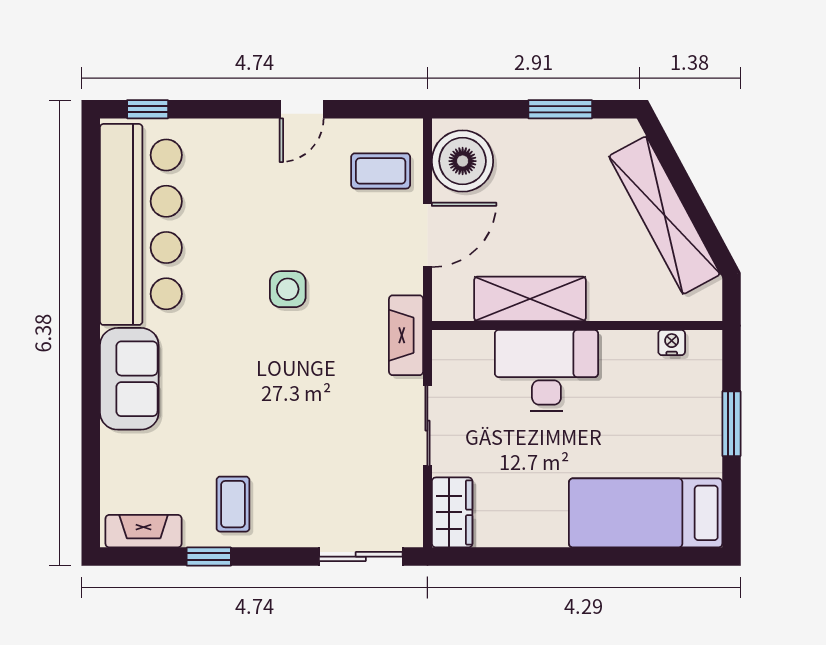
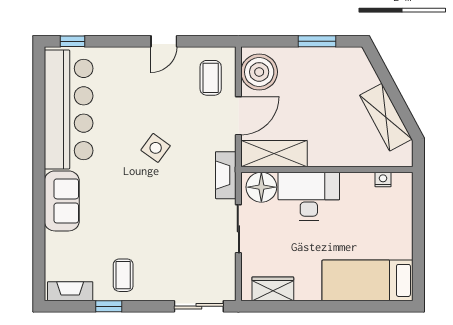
coffee table: (381, 171) -> (211, 78), turned 90
shelving: (665, 215) -> (386, 117), width x0.68
side table: (288, 289) -> (156, 148), turned 36
shelving: (530, 299) -> (274, 154), moved
floor lamp: (466, 355) -> (261, 187), added
window: (731, 424) -> (418, 228), removed
wardrobe: (452, 512) -> (273, 289), moved, turned -90

